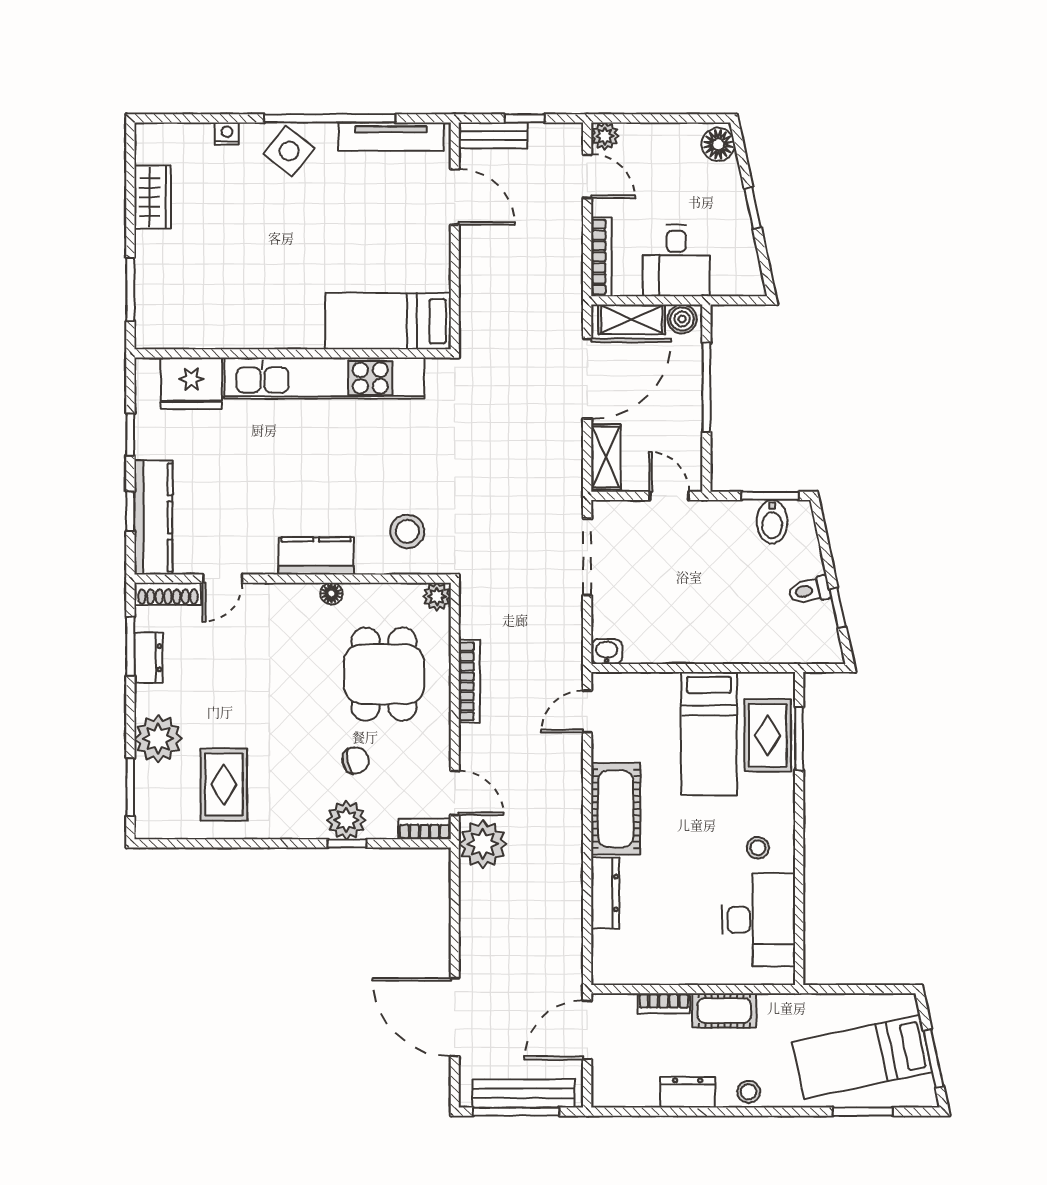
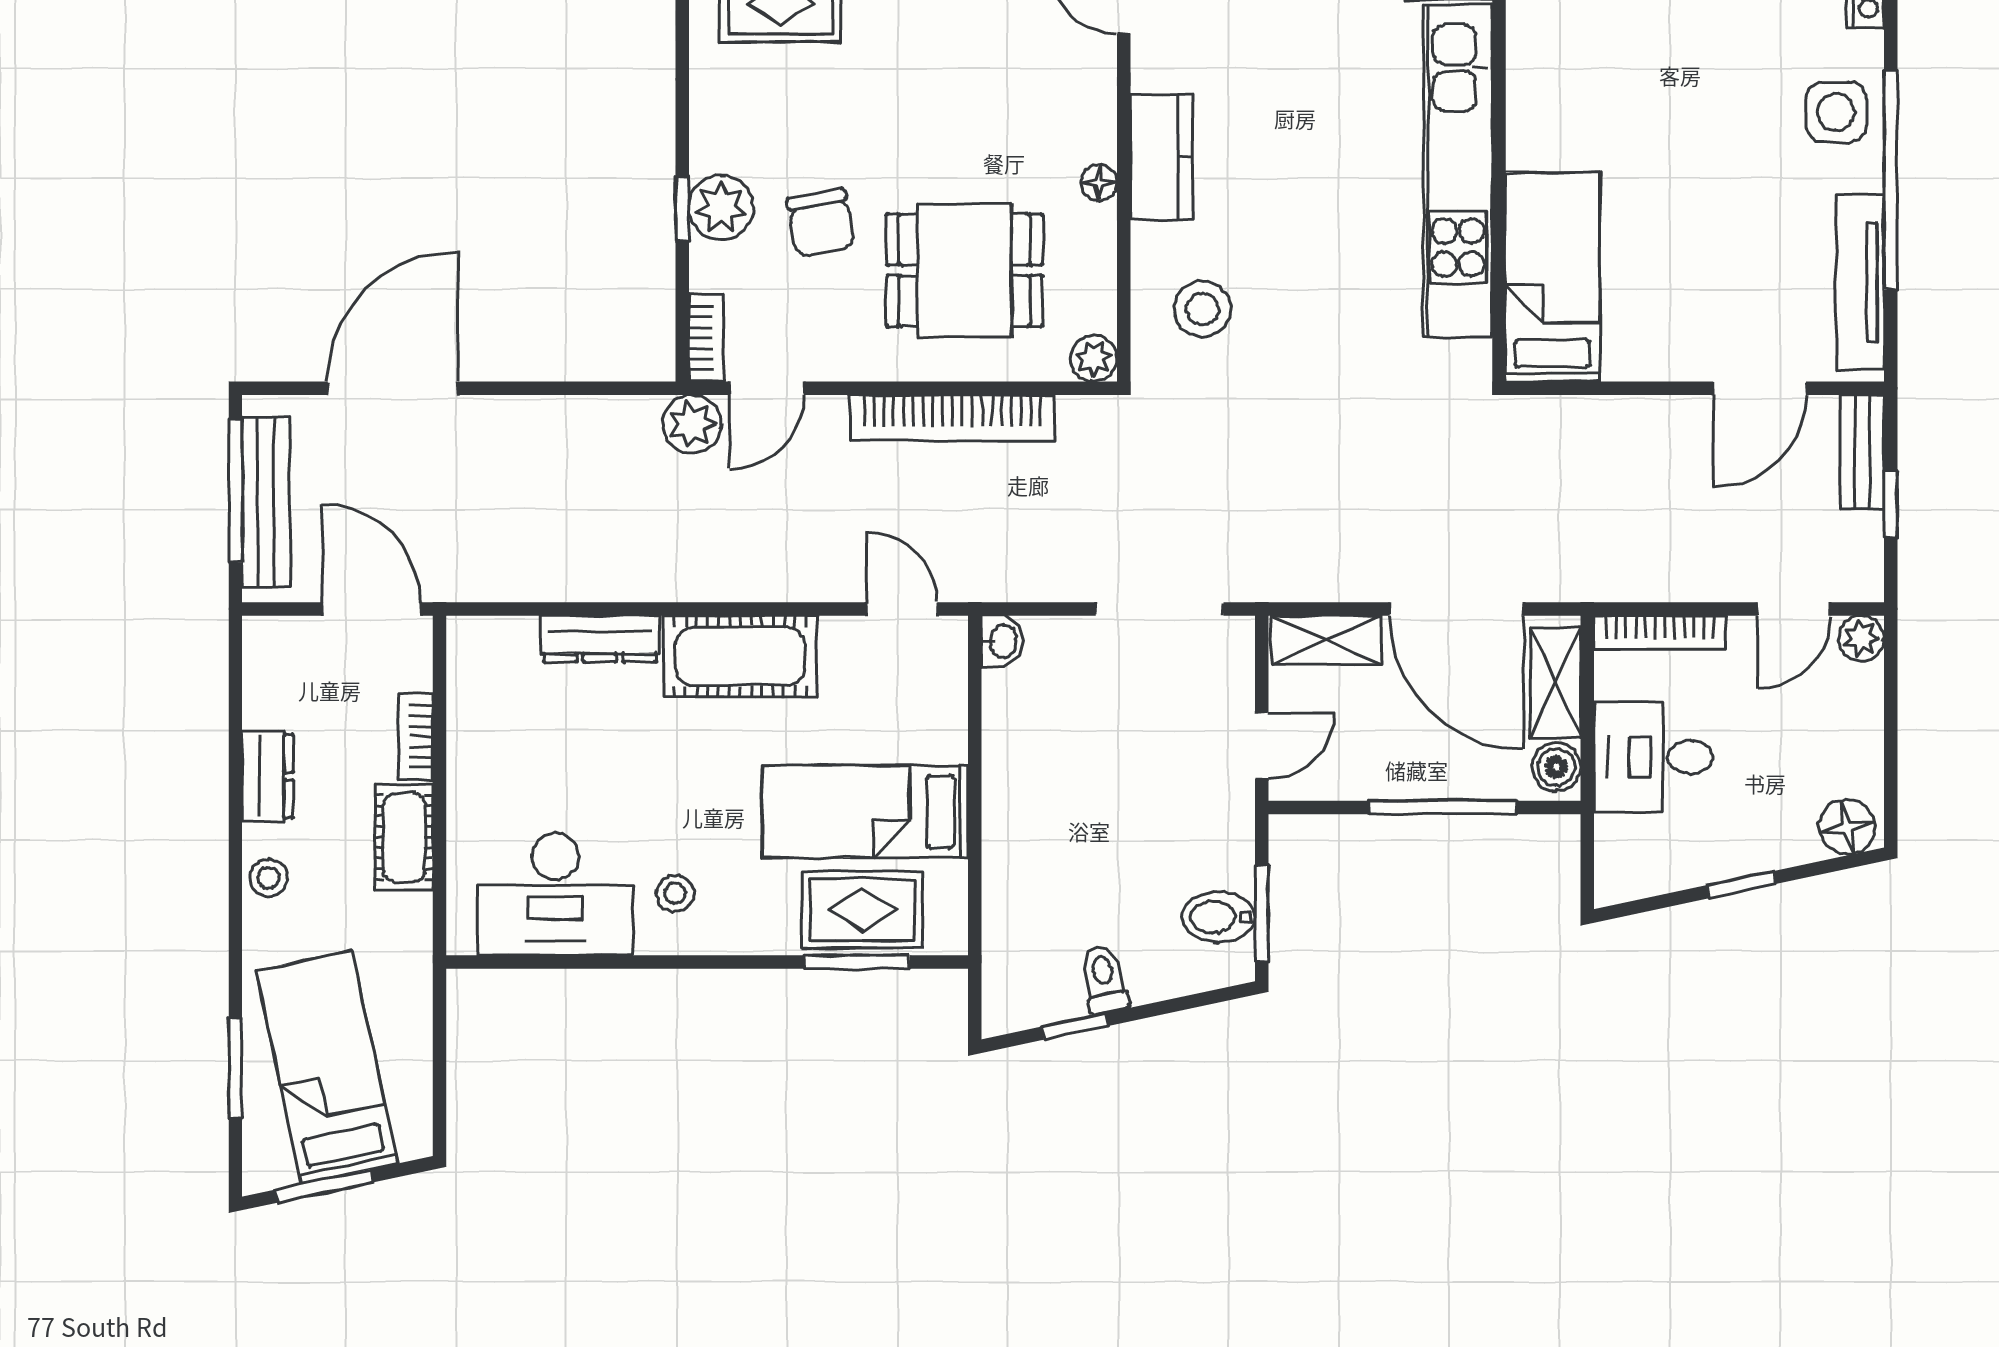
side table: (289, 151) -> (1836, 112), turned -38
bookcase: (469, 681) -> (952, 418), width x1.48, depth x1.31
chair: (356, 760) -> (821, 223), width x1.37, depth x1.37
plant: (483, 844) -> (692, 424), width x0.73, depth x0.73

